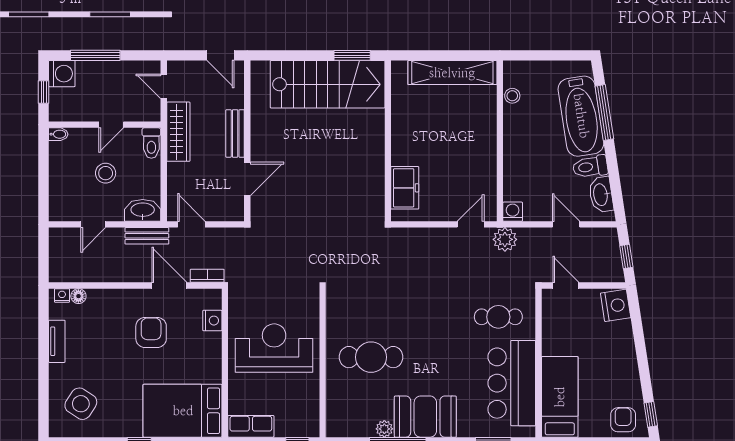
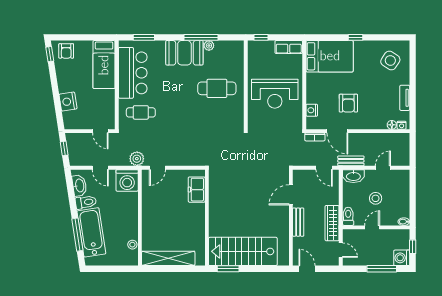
washing machine: (513, 212) -> (127, 180), width x1.89, depth x1.89
nightstand: (616, 305) -> (68, 102), moved

